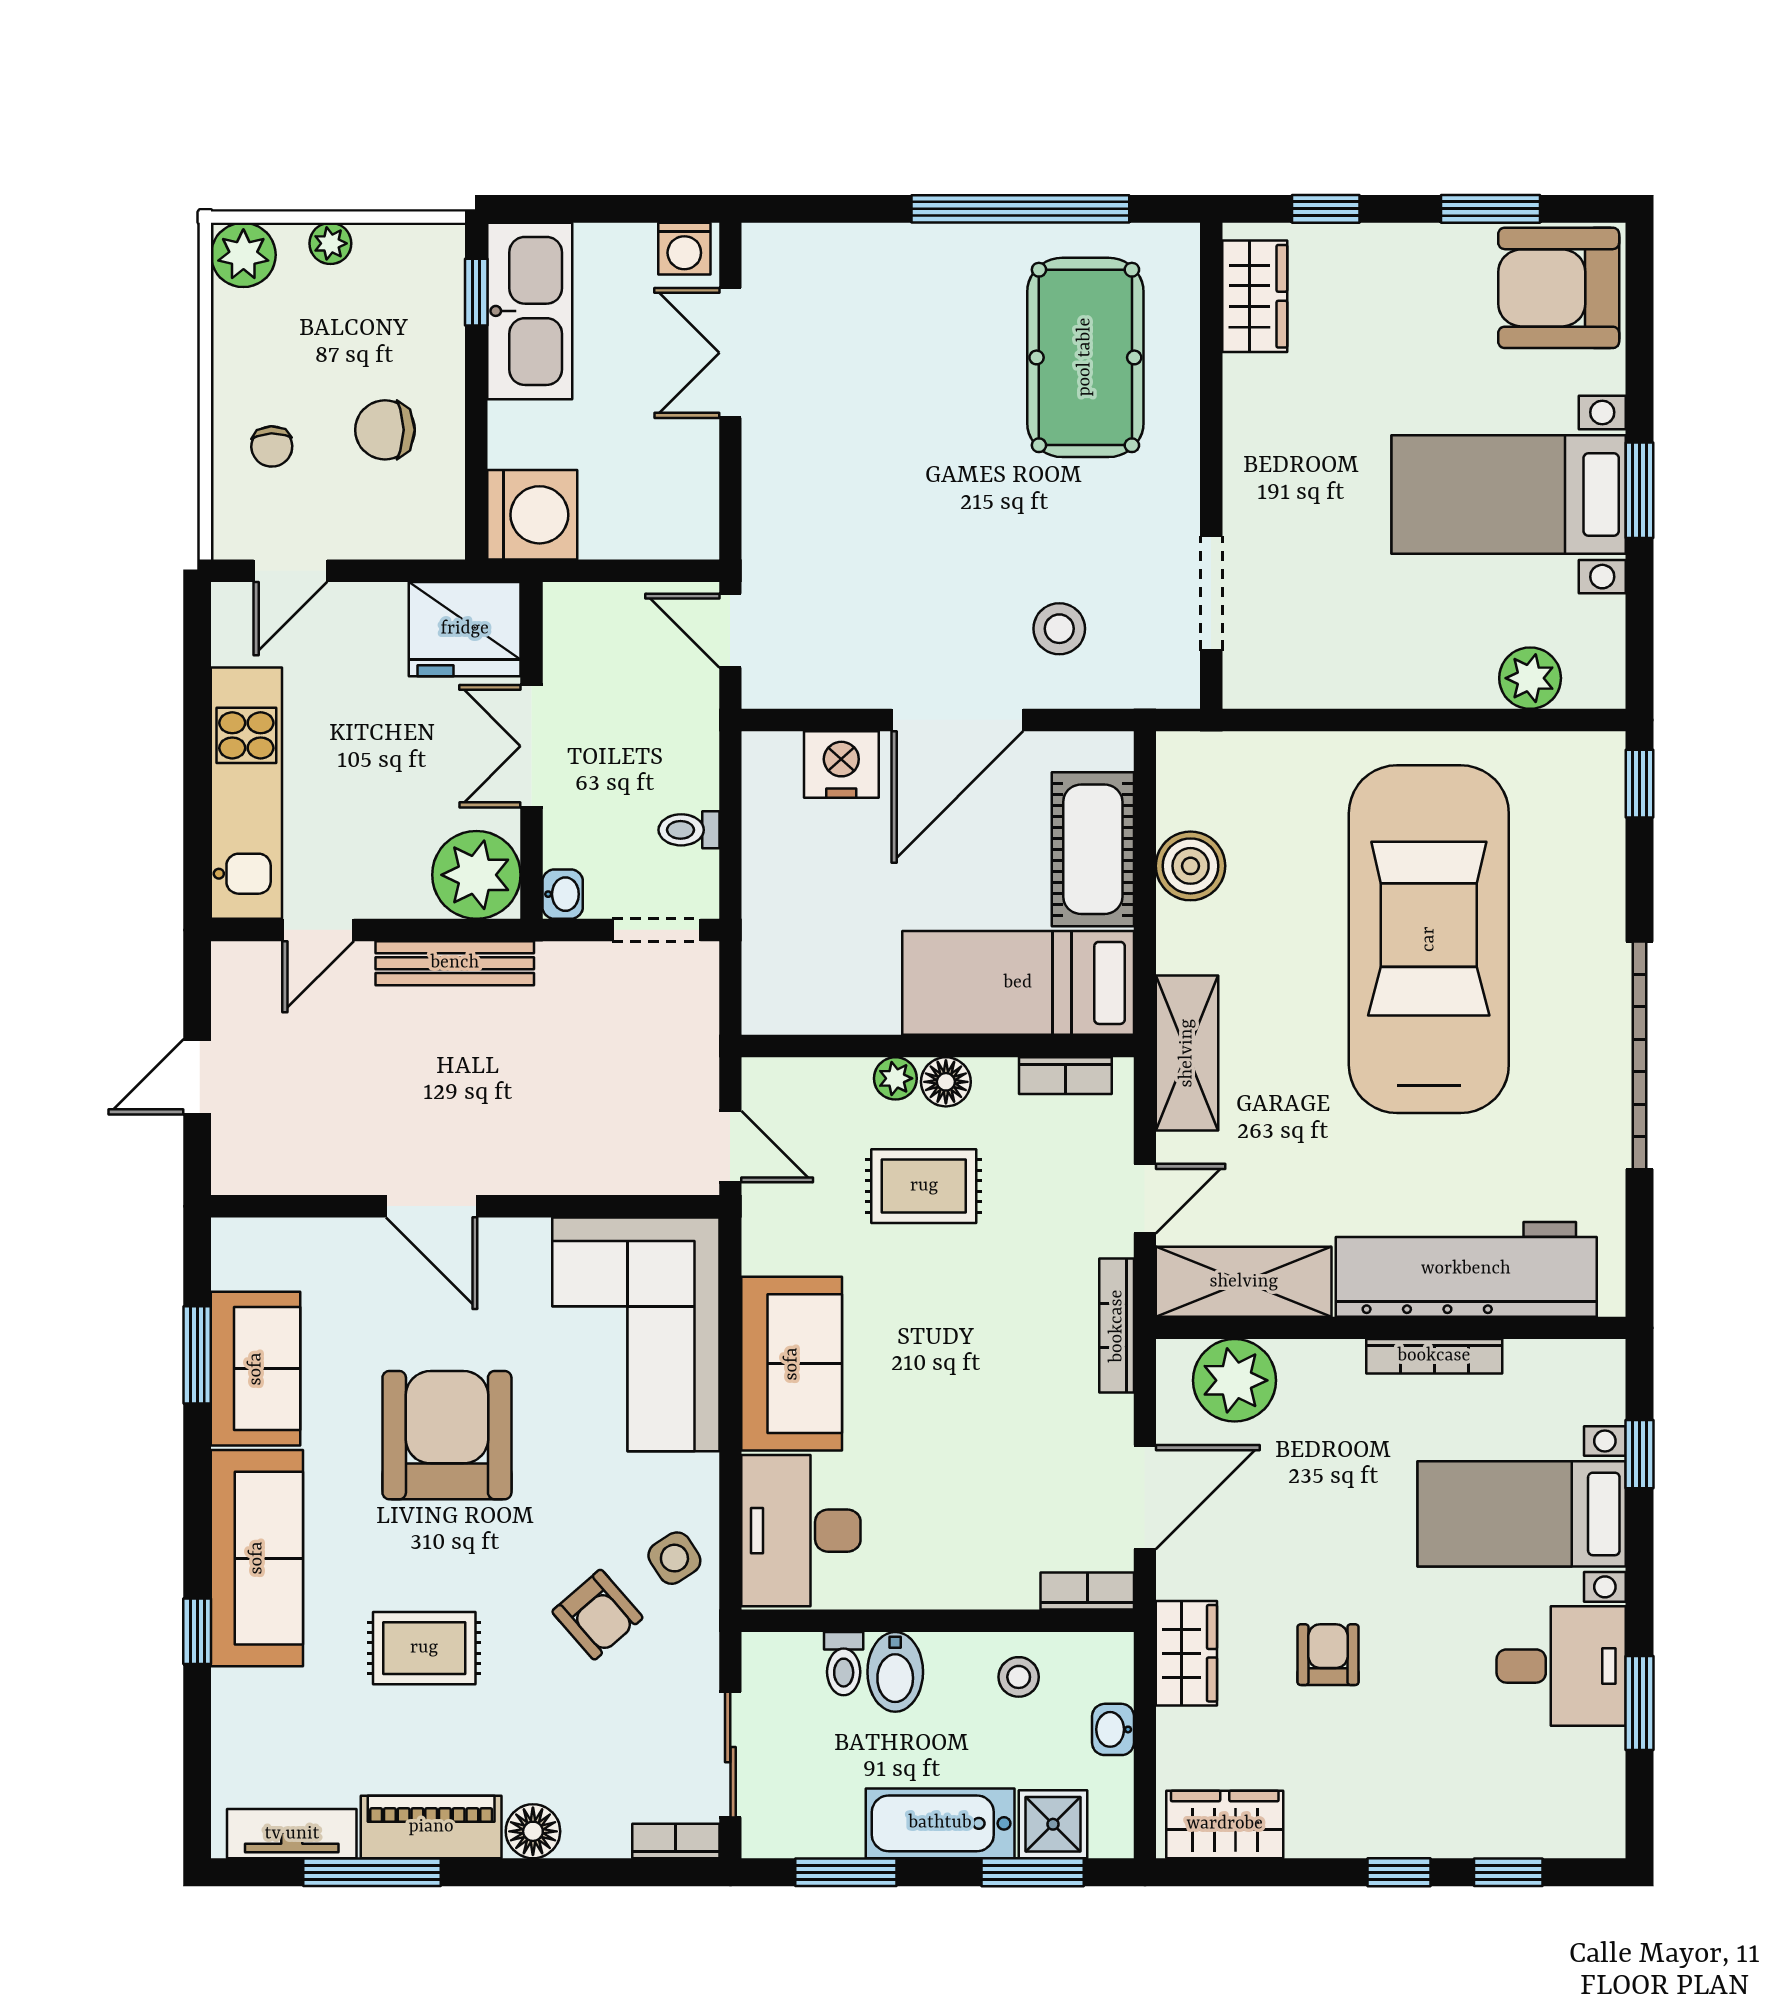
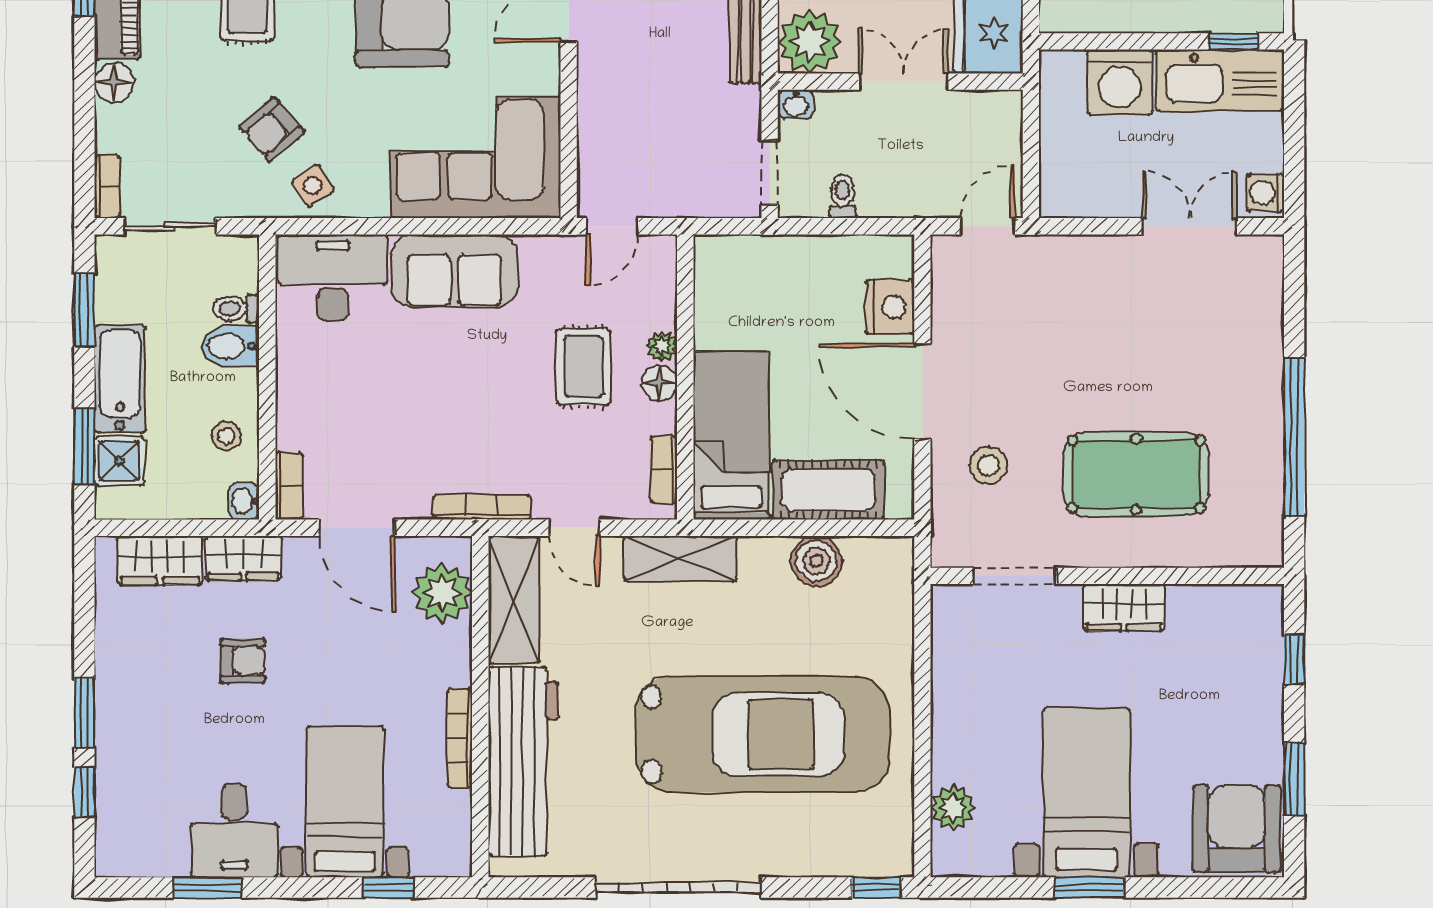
wardrobe: (1255, 296) -> (1124, 608), moved
pool table: (1085, 357) -> (1136, 474), moved
washing machine: (532, 515) -> (1120, 82), moved
washbasin: (1113, 1729) -> (244, 501), moved, turned -90
wardrobe: (1225, 1824) -> (160, 560), moved, turned 90
window: (1399, 1872) -> (84, 712), width x1.50

